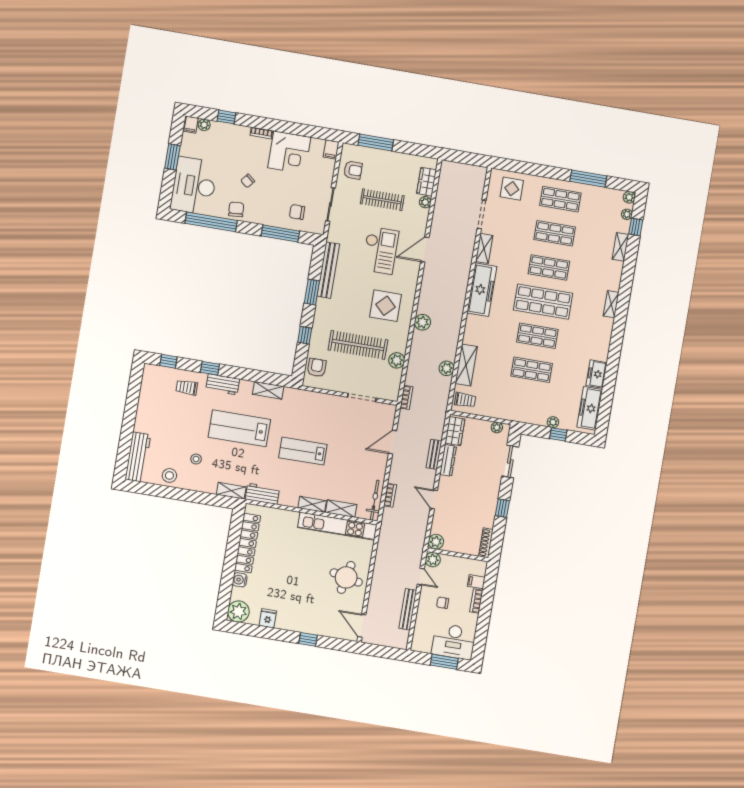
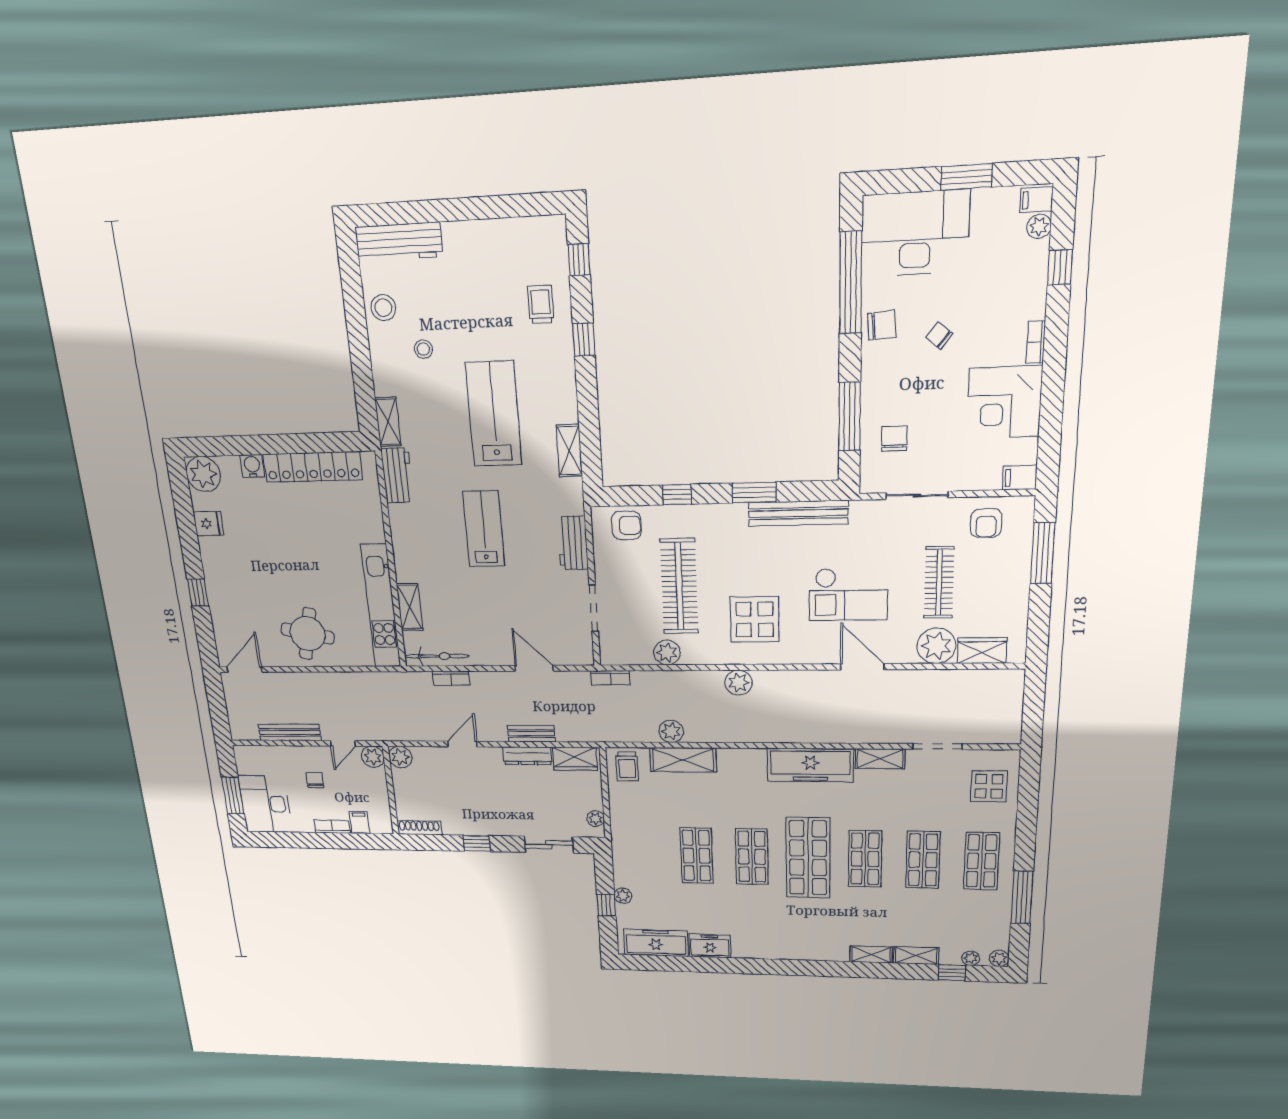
plant: (425, 202) -> (936, 646), width x1.87, depth x1.87
shelving: (611, 304) -> (871, 954), moved
workbench: (223, 384) -> (573, 543), moved
shelving: (312, 504) -> (403, 560), removed

